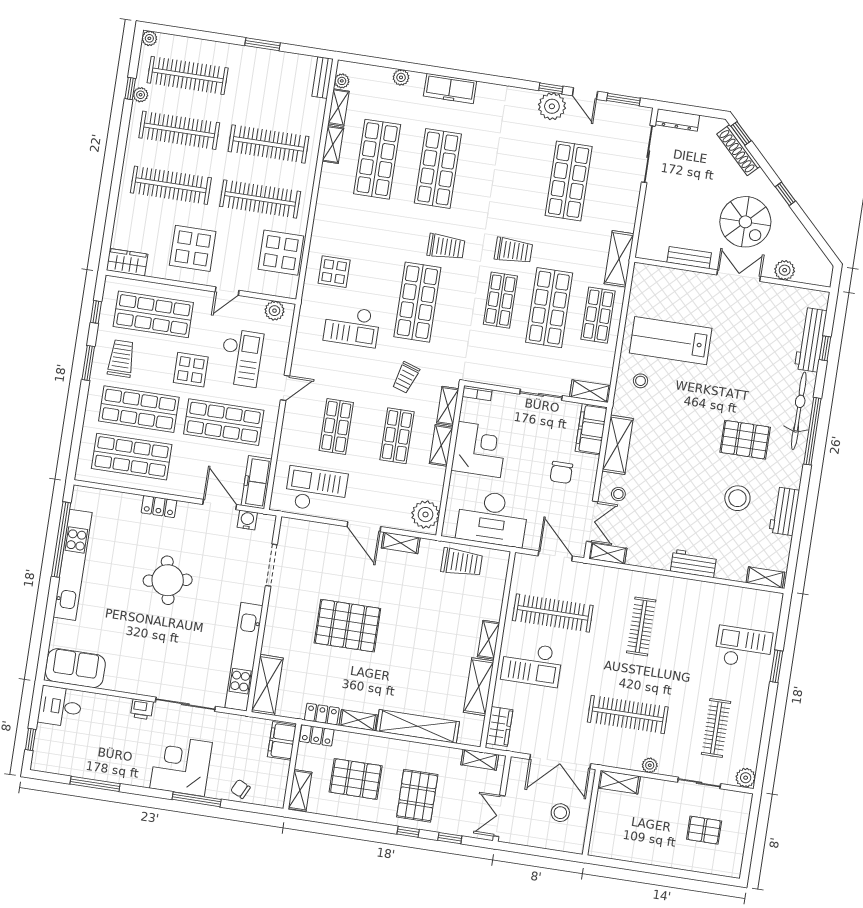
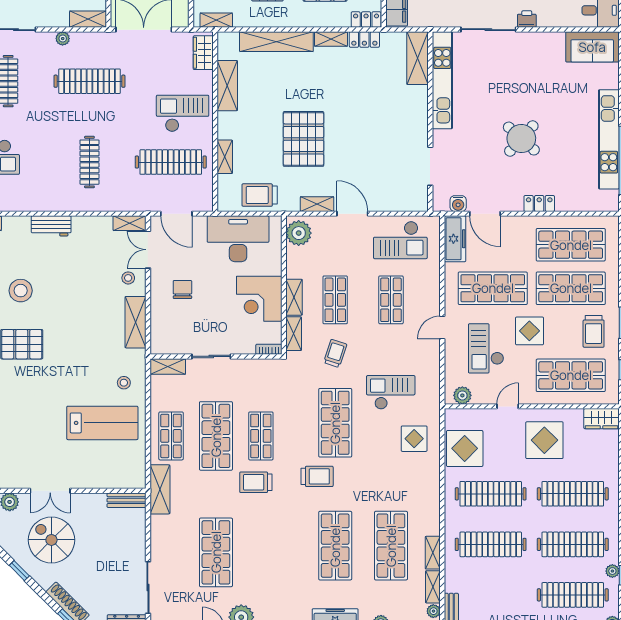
trolley: (446, 247) -> (317, 476), turned 180
bench: (689, 258) -> (126, 500), moved
filing cabinet: (591, 429) -> (161, 332), removed
round table: (168, 580) -> (521, 139), turned -38
pallet: (347, 626) -> (303, 139), moved, turned 90
shelving: (489, 640) -> (225, 157), moved

